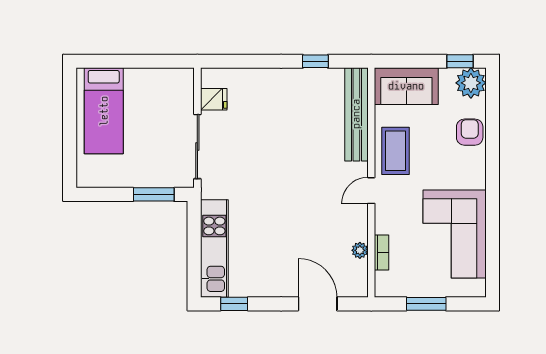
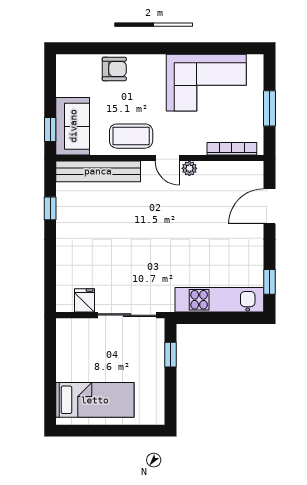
window: (460, 61) -> (50, 129), moved
plant: (471, 83) -> (70, 68), removed
armchair: (470, 132) -> (114, 69), turned 180
window: (154, 194) -> (170, 355), width x0.67
plant: (360, 250) -> (189, 168), moved
bookcase: (382, 252) -> (232, 149), width x1.56

